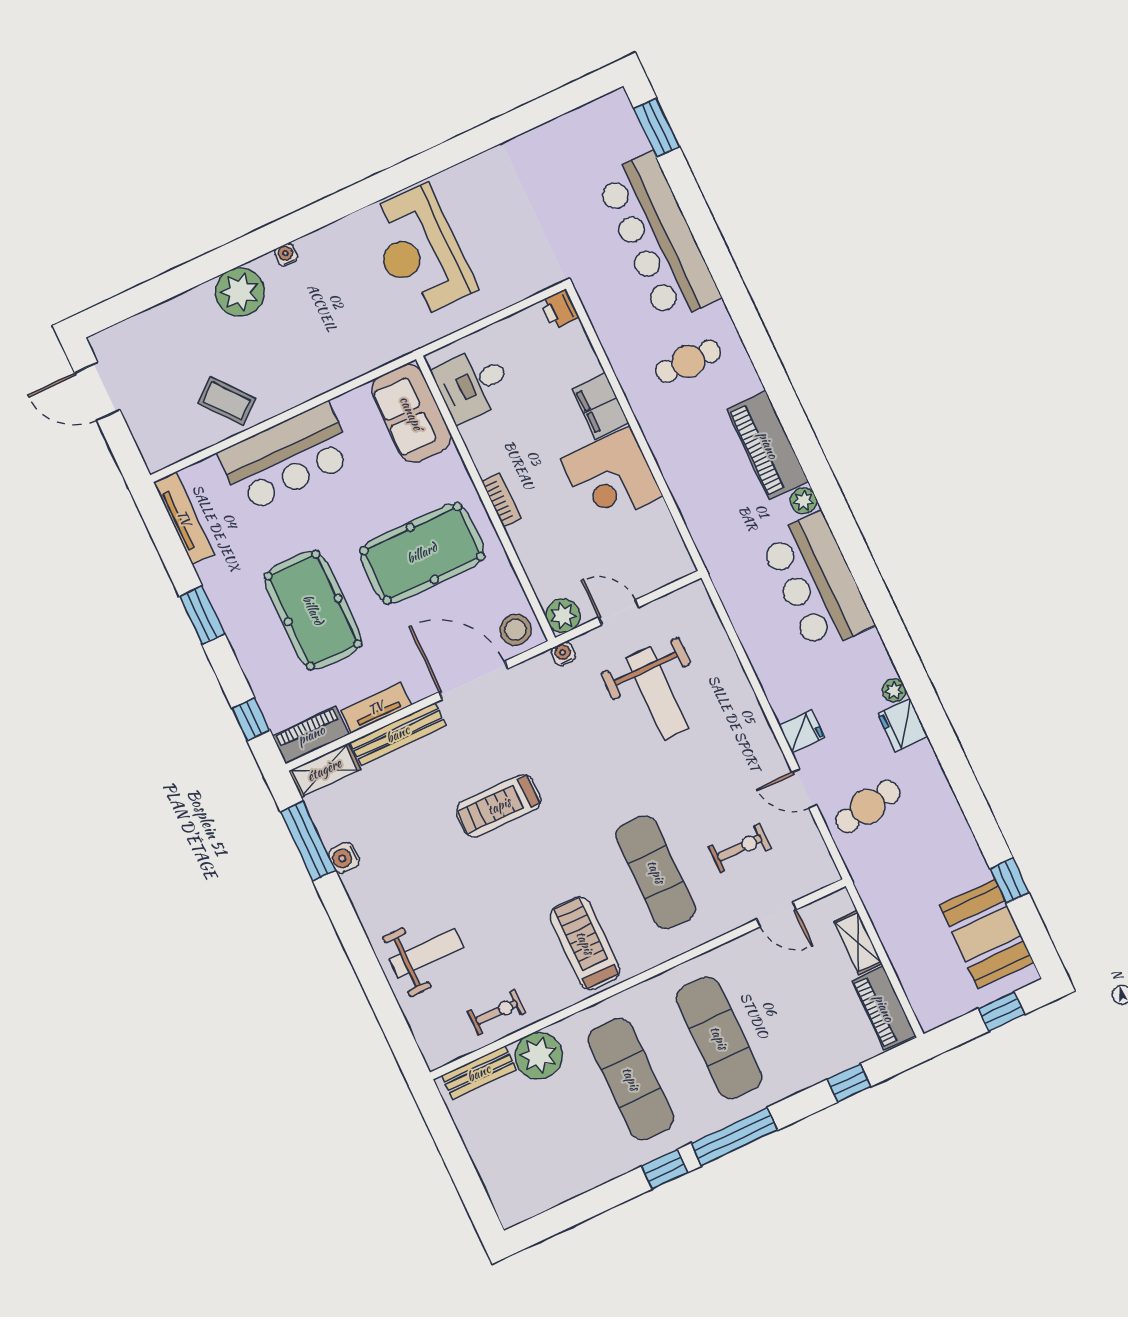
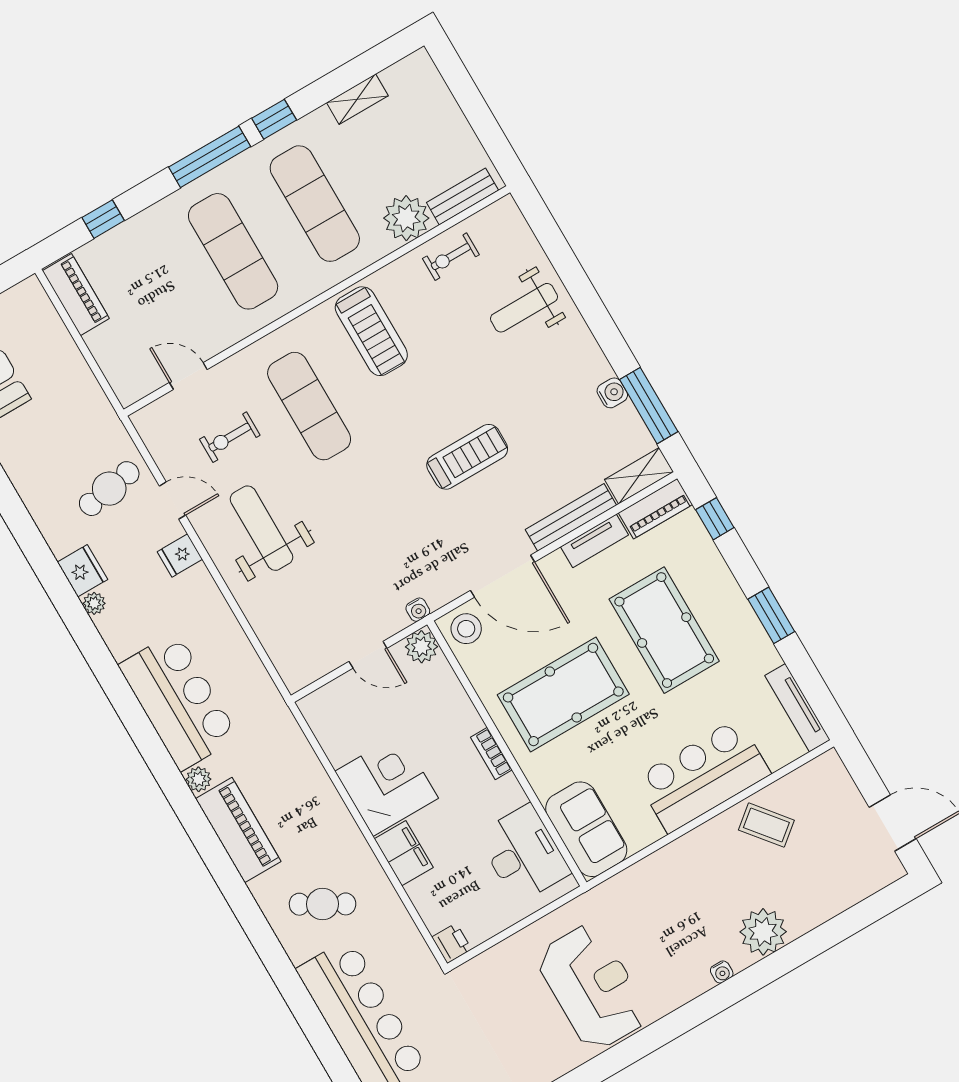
cafe table: (688, 361) -> (323, 904), turned 30
desk: (473, 384) -> (524, 854), width x1.37
weight bench: (657, 693) -> (261, 528), moved
shelving: (858, 942) -> (357, 99), moved, turned 90

